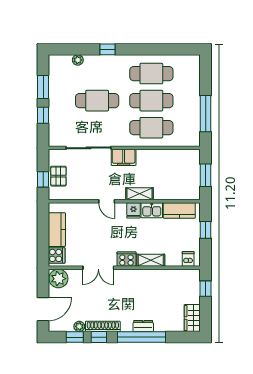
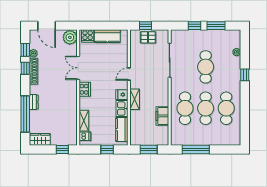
filing cabinet: (124, 157) -> (162, 116), moved
shelving: (151, 260) -> (84, 121), moved
window: (141, 337) -> (25, 114), moved

